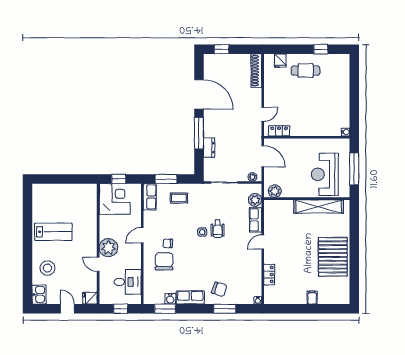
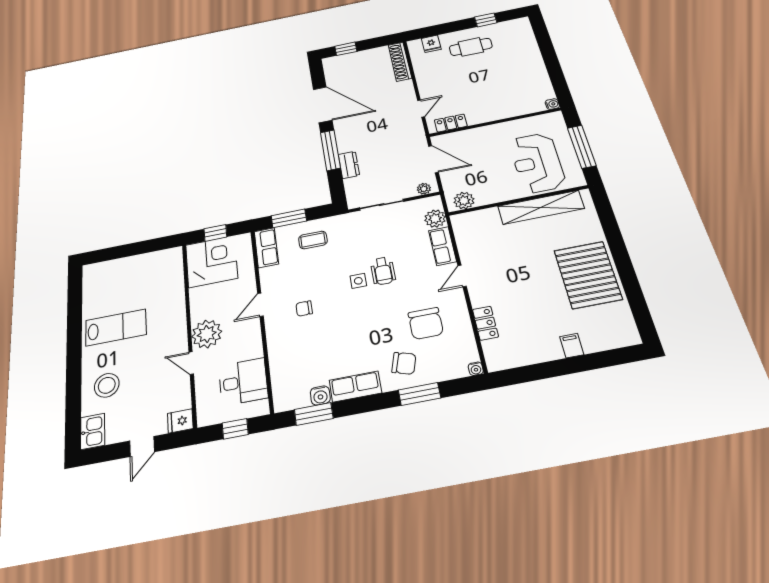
chair: (164, 261) -> (426, 323), moved, turned 180
door: (67, 309) -> (142, 446), swing flipped

